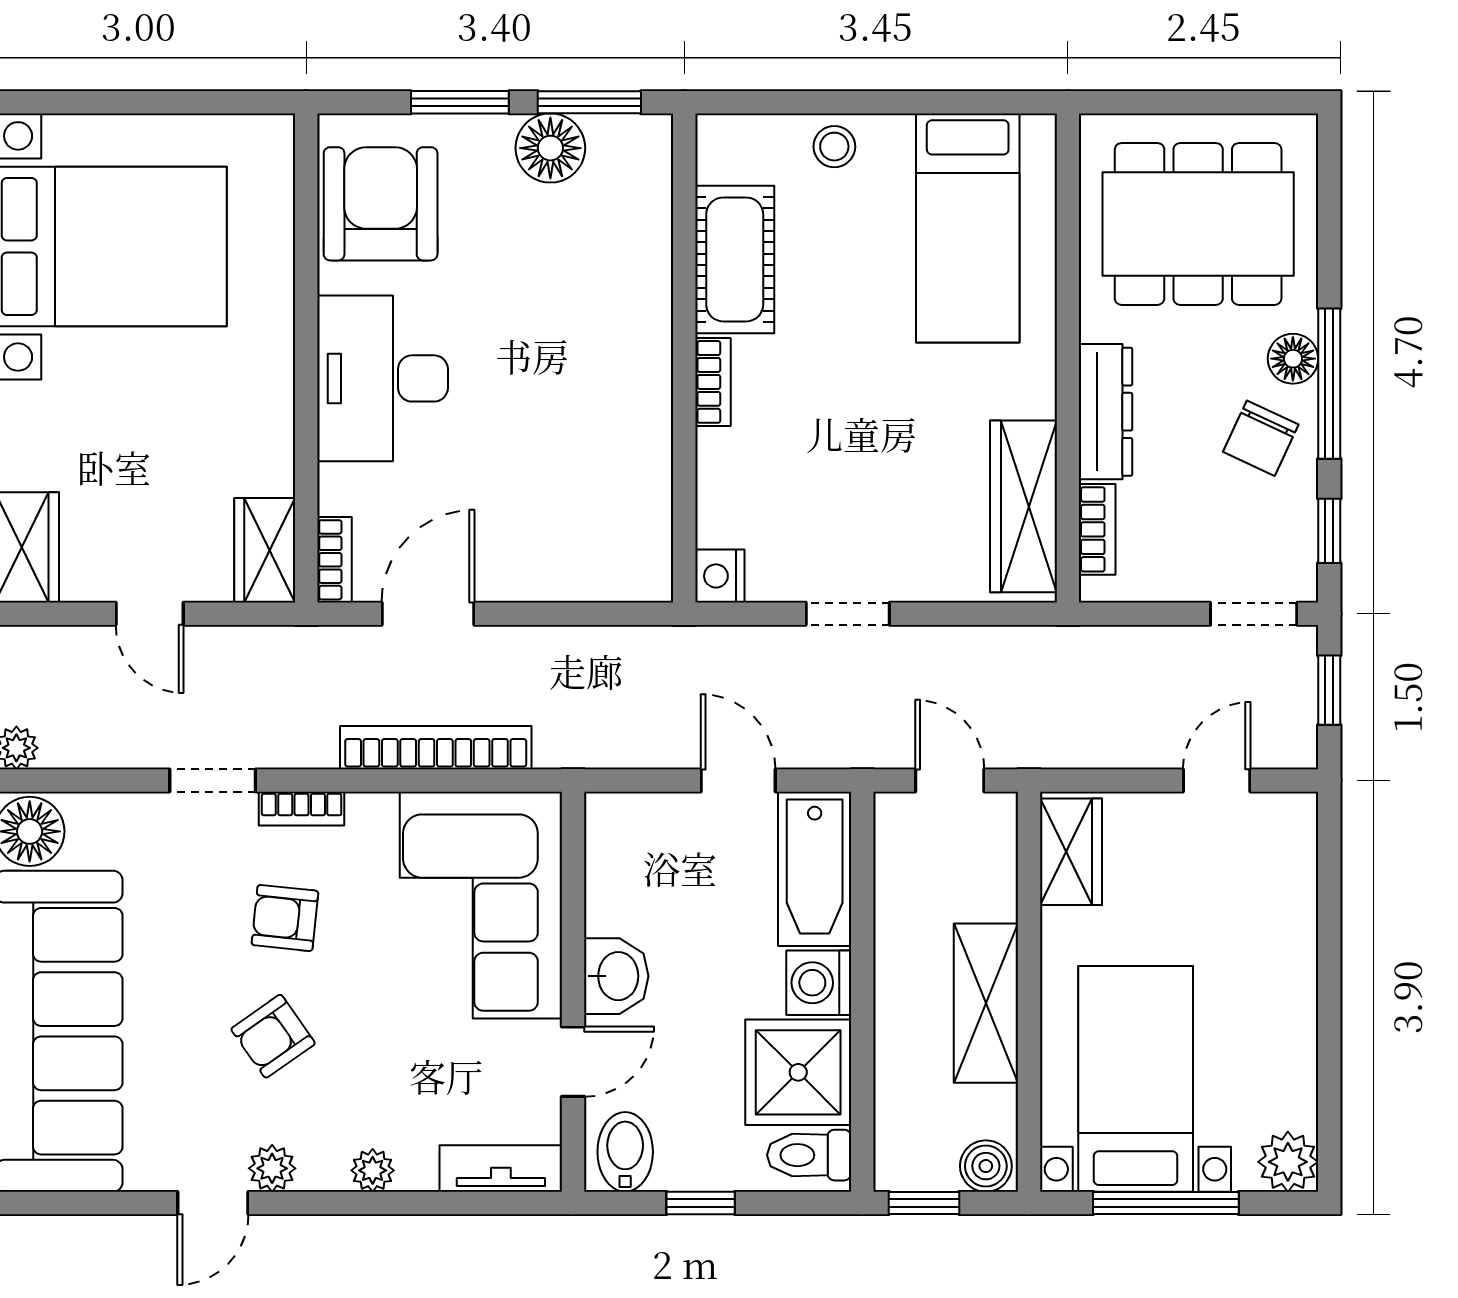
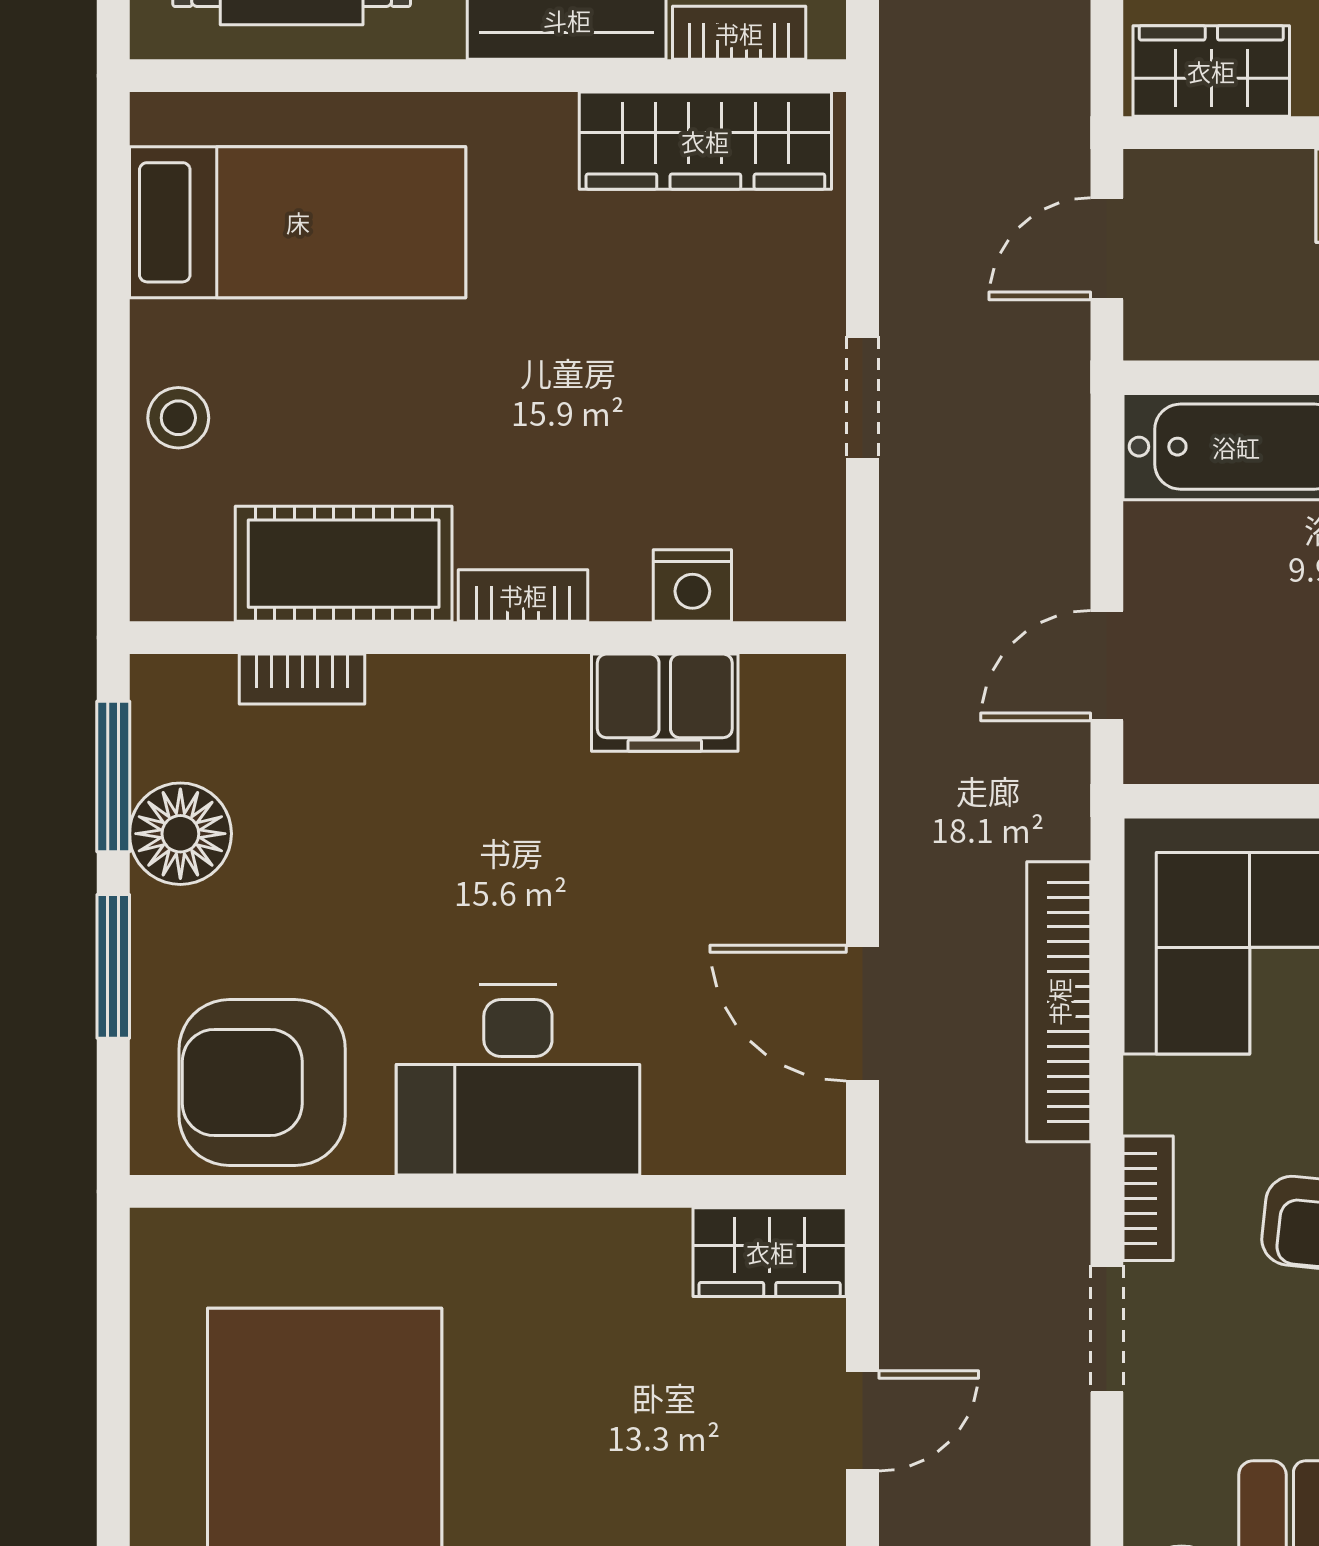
filing cabinet: (640, 479) -> (665, 703), added
bookcase: (334, 560) -> (302, 679), moved, turned 180
nightstand: (720, 576) -> (692, 586), moved
door: (738, 780) -> (1107, 666), moved

